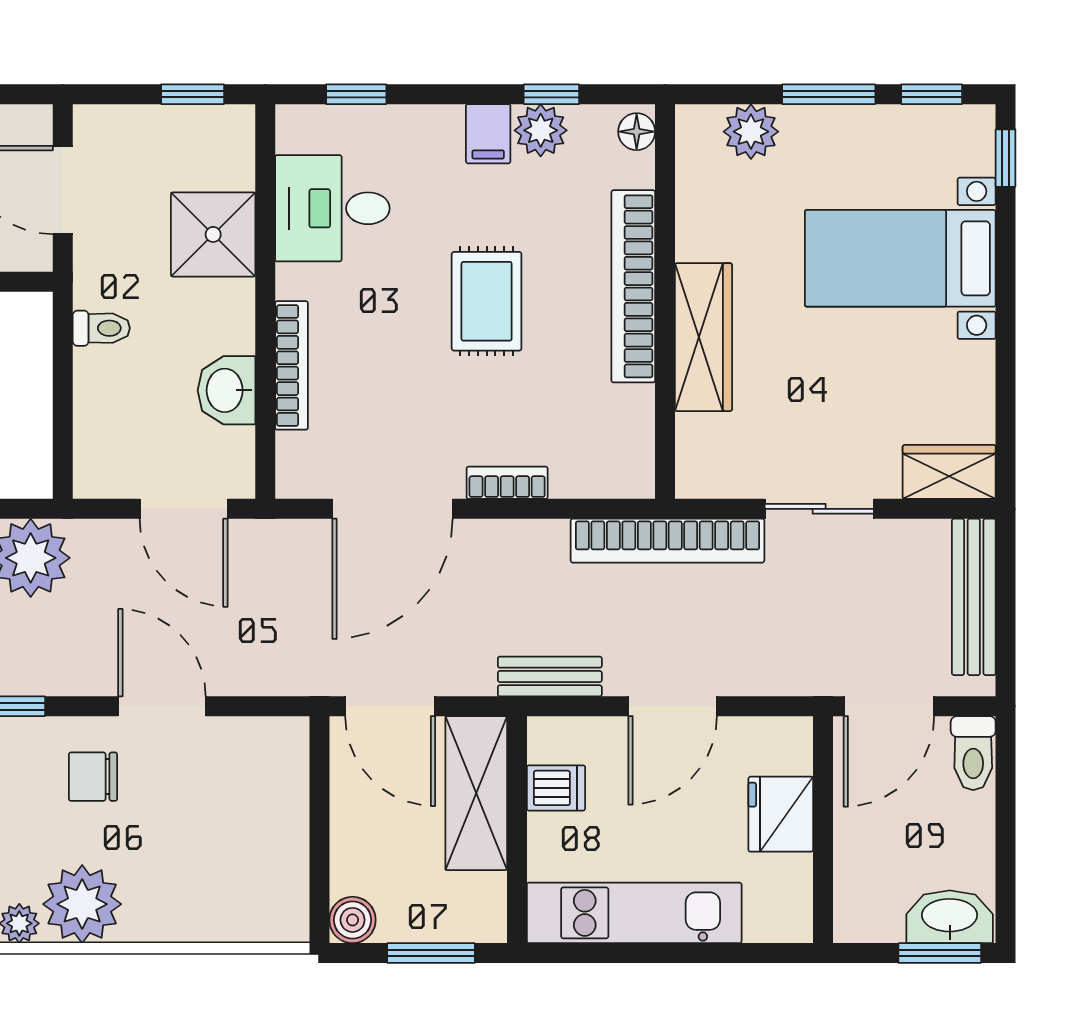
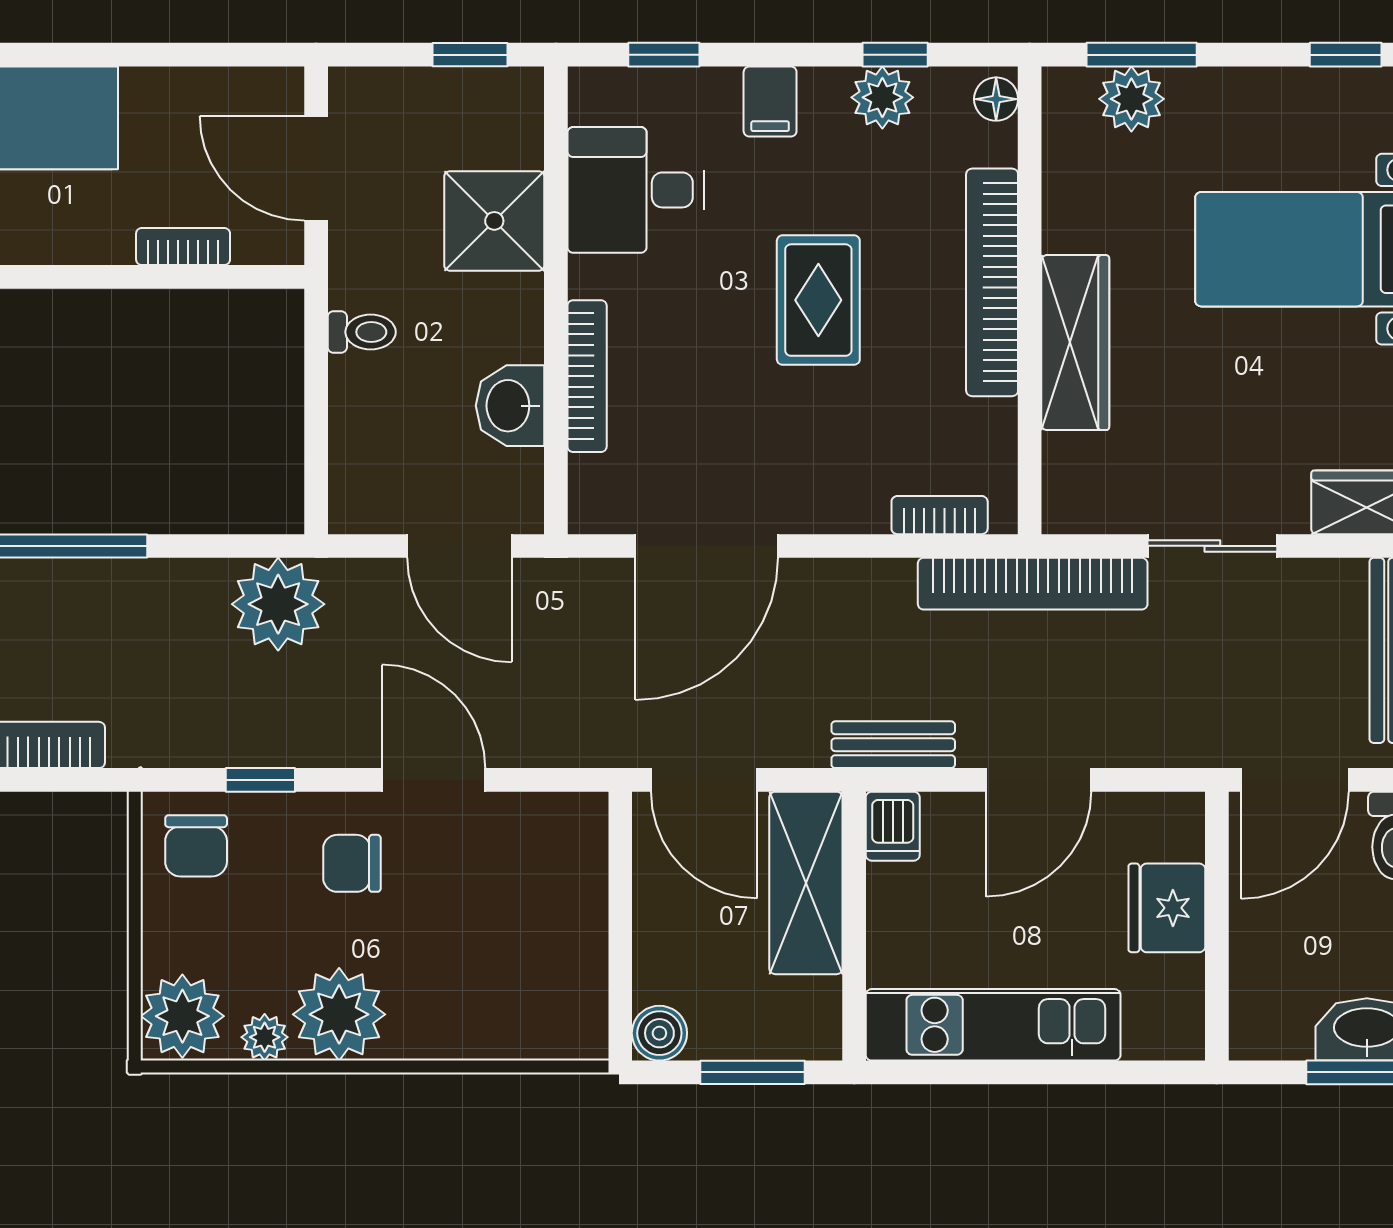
window: (829, 94) -> (1142, 55), moved
filing cabinet: (488, 134) -> (770, 102), moved
bookcase: (507, 483) -> (940, 515), moved
dishwasher: (556, 788) -> (893, 826), moved, turned 90

